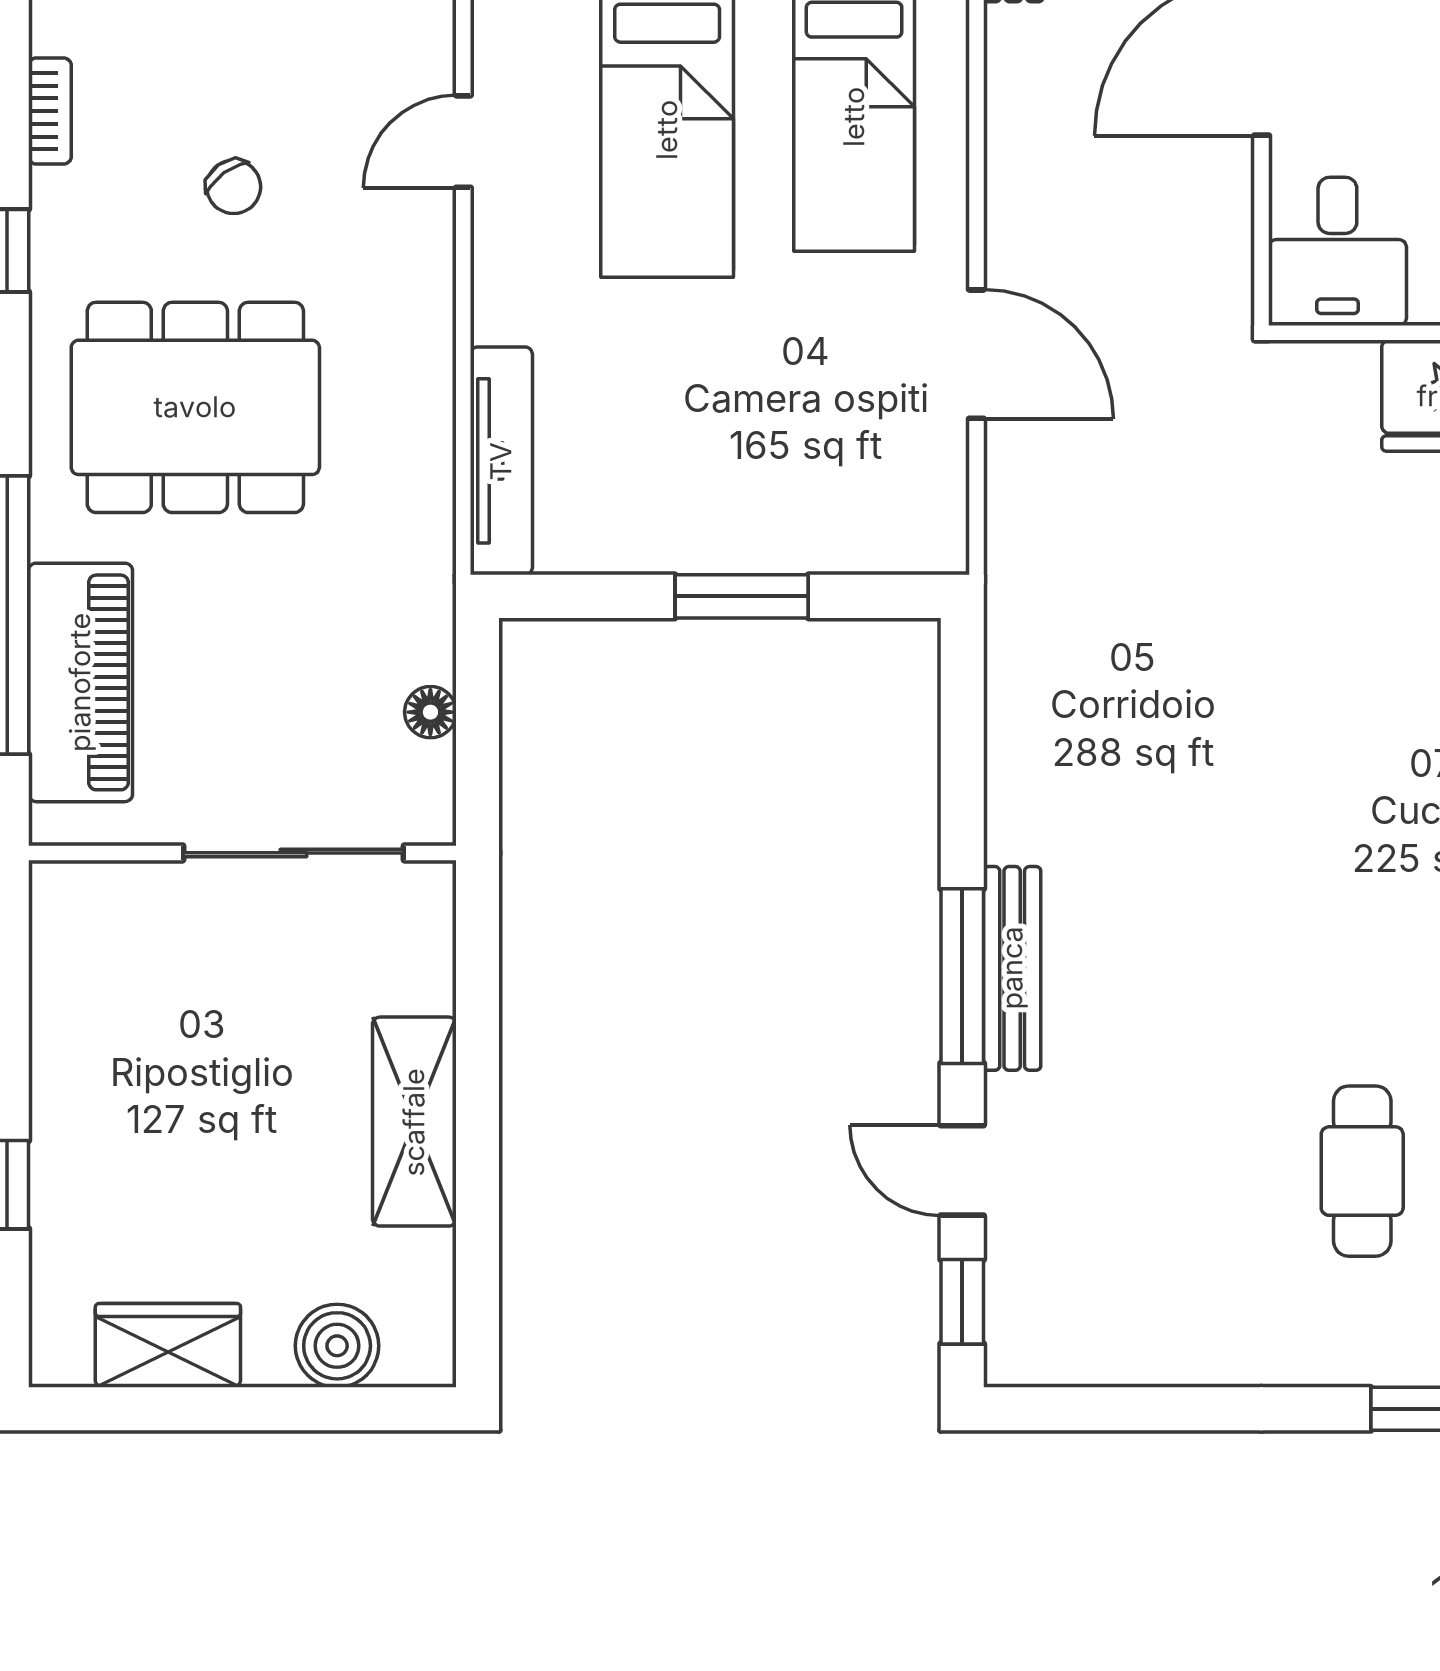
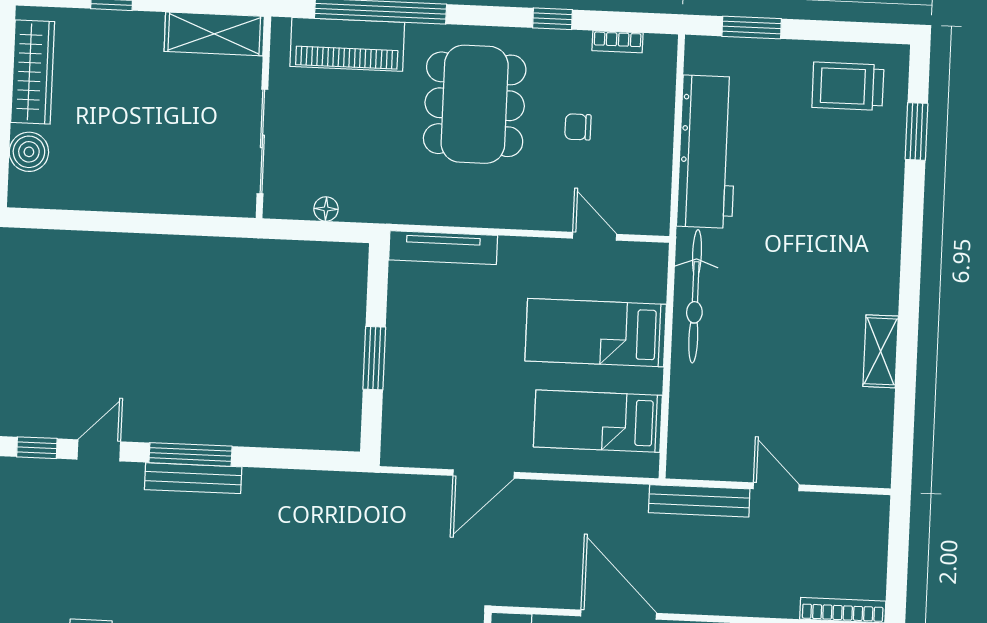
chair: (234, 187) -> (578, 127), turned 36
shelving: (414, 1122) -> (214, 34), moved
wardrobe: (168, 1345) -> (33, 72), width x1.50

